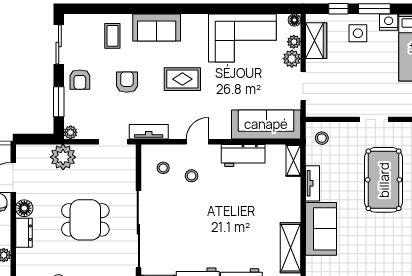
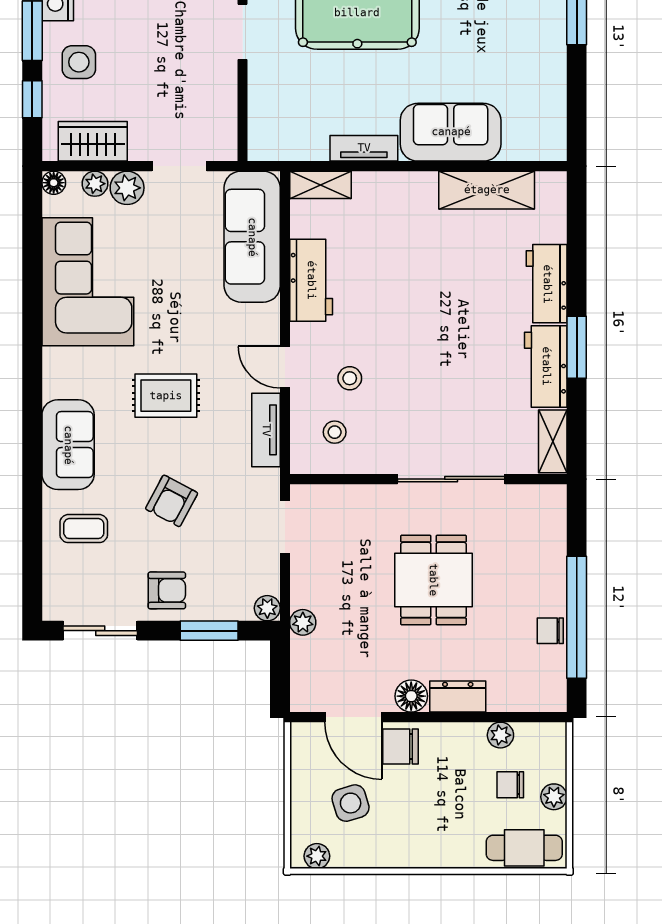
rug: (182, 79) -> (166, 396), turned 90
armchair: (127, 82) -> (172, 501), turned -62
tv unit: (149, 132) -> (266, 430), moved
stool: (322, 138) -> (278, 131), removed
plant: (63, 157) -> (303, 622), width x0.53, depth x0.53
sliding door: (138, 229) -> (451, 479), width x0.73

